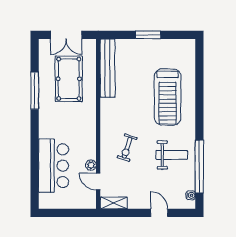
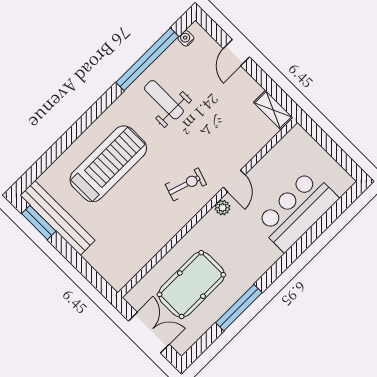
window: (148, 35) -> (39, 222), moved
bench: (108, 68) -> (57, 218), moved, turned 90
exercise bike: (127, 148) -> (186, 184), moved
plant: (91, 165) -> (223, 208), moved
door: (98, 182) -> (234, 181), moved

